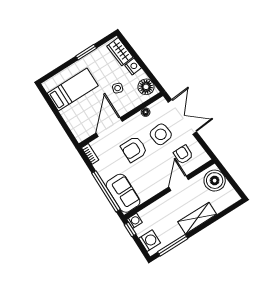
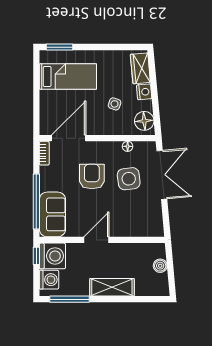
window: (86, 52) -> (59, 47), moved
door: (109, 127) -> (69, 138), moved
armchair: (134, 149) -> (92, 177), turned 90
armchair: (183, 155) -> (138, 214), removed
boiler: (215, 181) -> (160, 266), width x0.54, depth x0.54
door: (179, 183) -> (96, 240), moved
washing machine: (134, 221) -> (52, 256), width x1.89, depth x1.89

